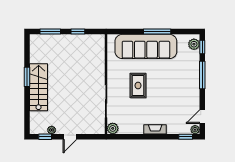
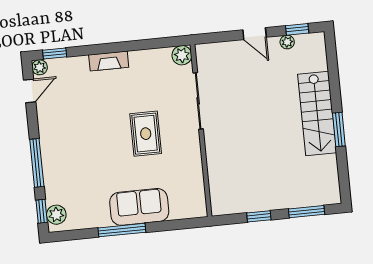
sofa: (146, 46) -> (139, 207), width x0.54, depth x0.79
door: (70, 137) -> (255, 34), swing flipped

